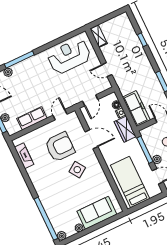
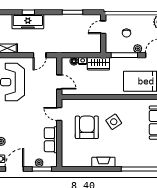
freezer: (136, 109) -> (28, 22), moved, turned 180
door: (91, 139) -> (93, 97), removed
fireplace: (24, 156) -> (103, 162), moved

